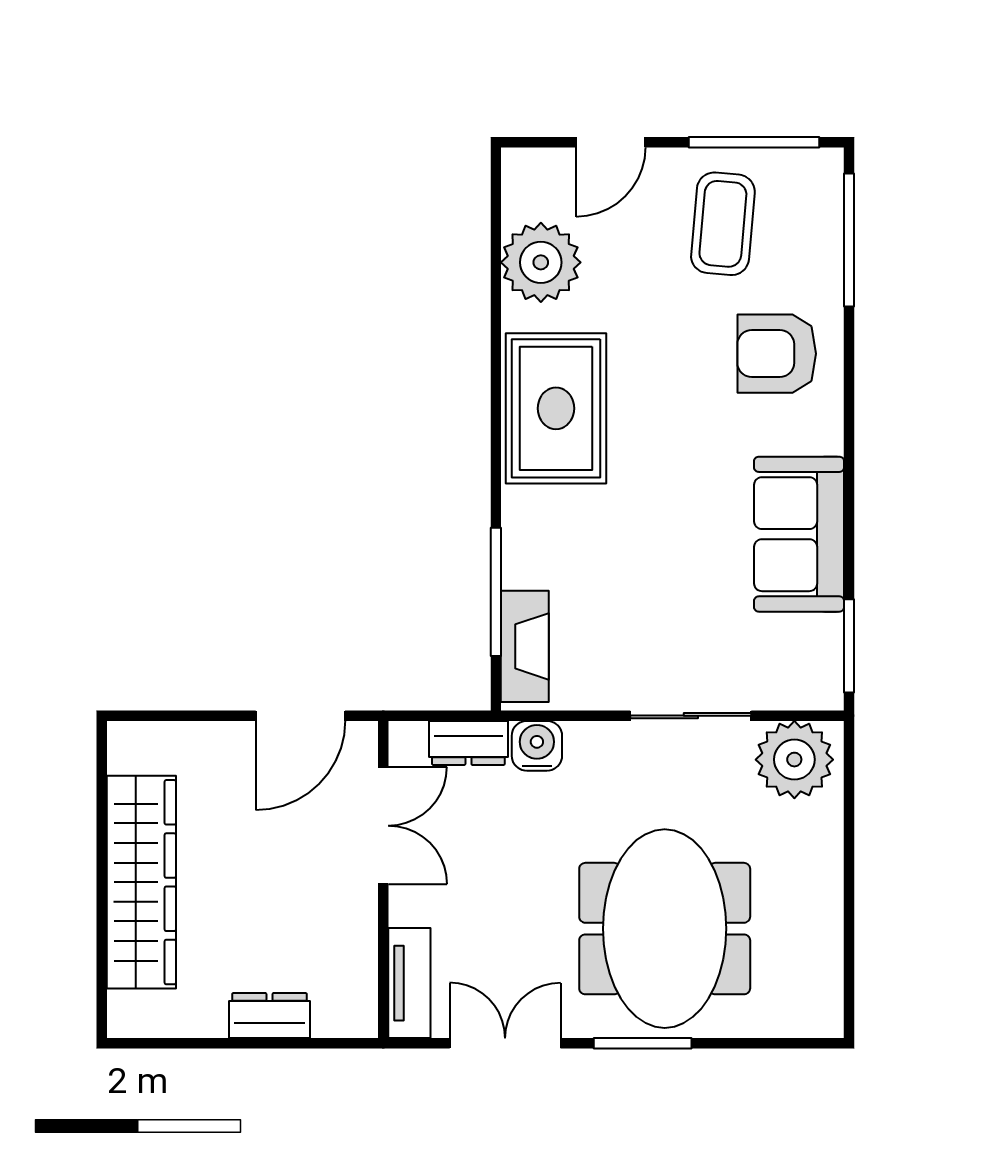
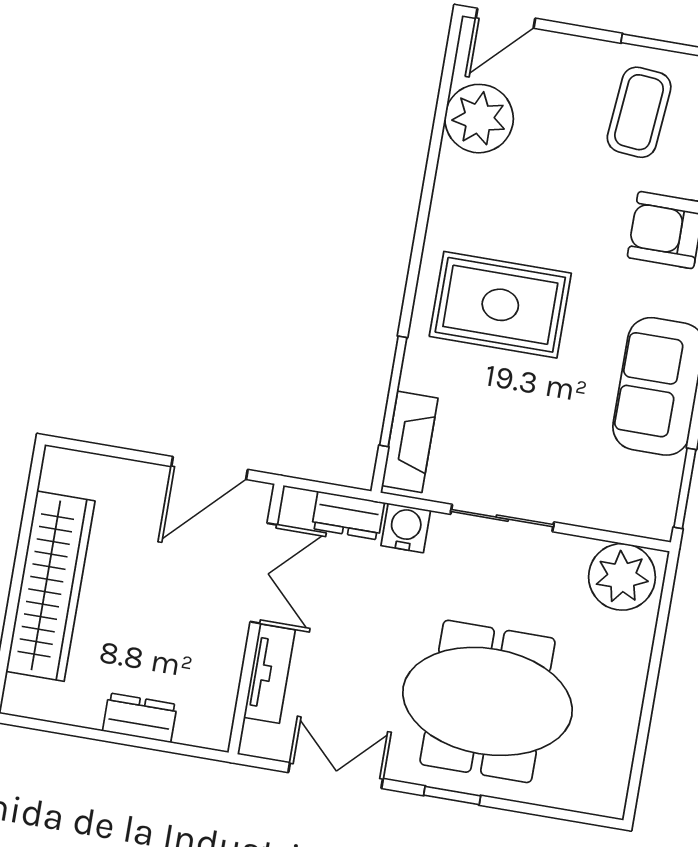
door: (611, 142) -> (505, 18), moved
rug: (556, 408) -> (500, 305), moved, turned 90
sliding door: (691, 716) -> (502, 518), moved
meeting table: (665, 929) -> (487, 701), turned 90
tv unit: (409, 983) -> (269, 674), moved
window: (643, 1043) -> (452, 795), width x0.67

